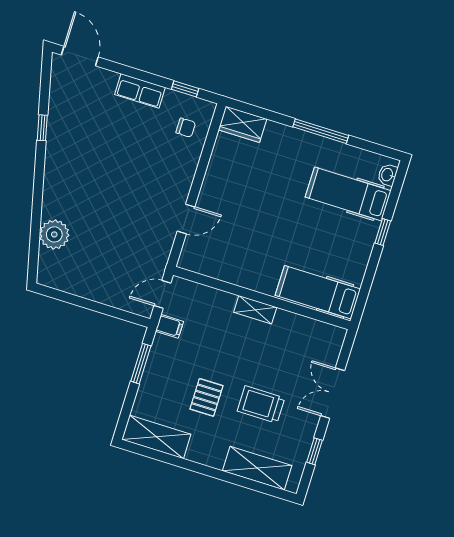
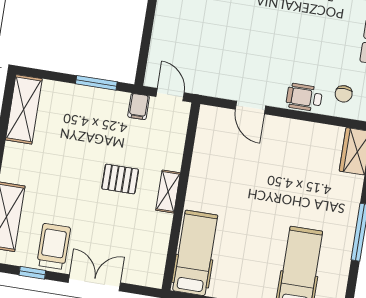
wheelchair: (184, 166) -> (304, 97), added
pallet: (206, 397) -> (120, 179), moved
trolley: (261, 404) -> (54, 246), moved

